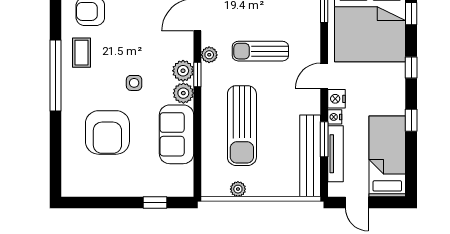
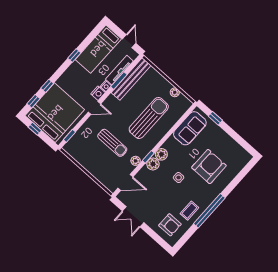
window: (411, 68) -> (47, 86), moved
sofa: (177, 134) -> (190, 128), moved

